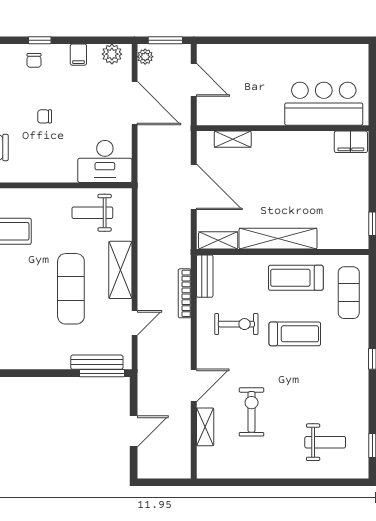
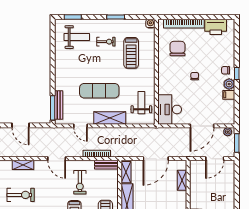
plant: (112, 54) -> (229, 84), moved
door: (194, 385) -> (57, 159), moved
exercise bike: (252, 412) -> (21, 195), moved

